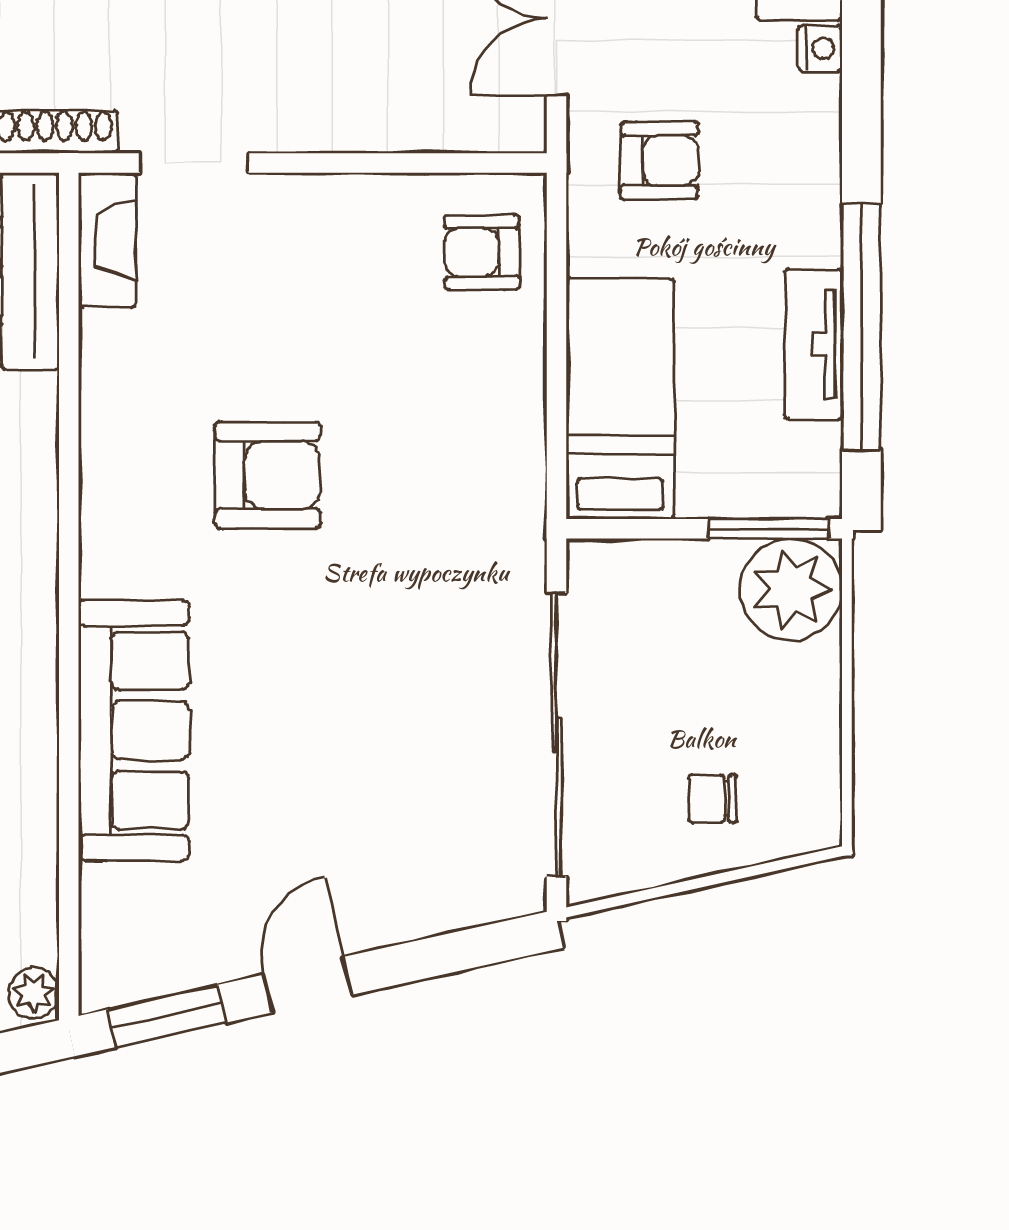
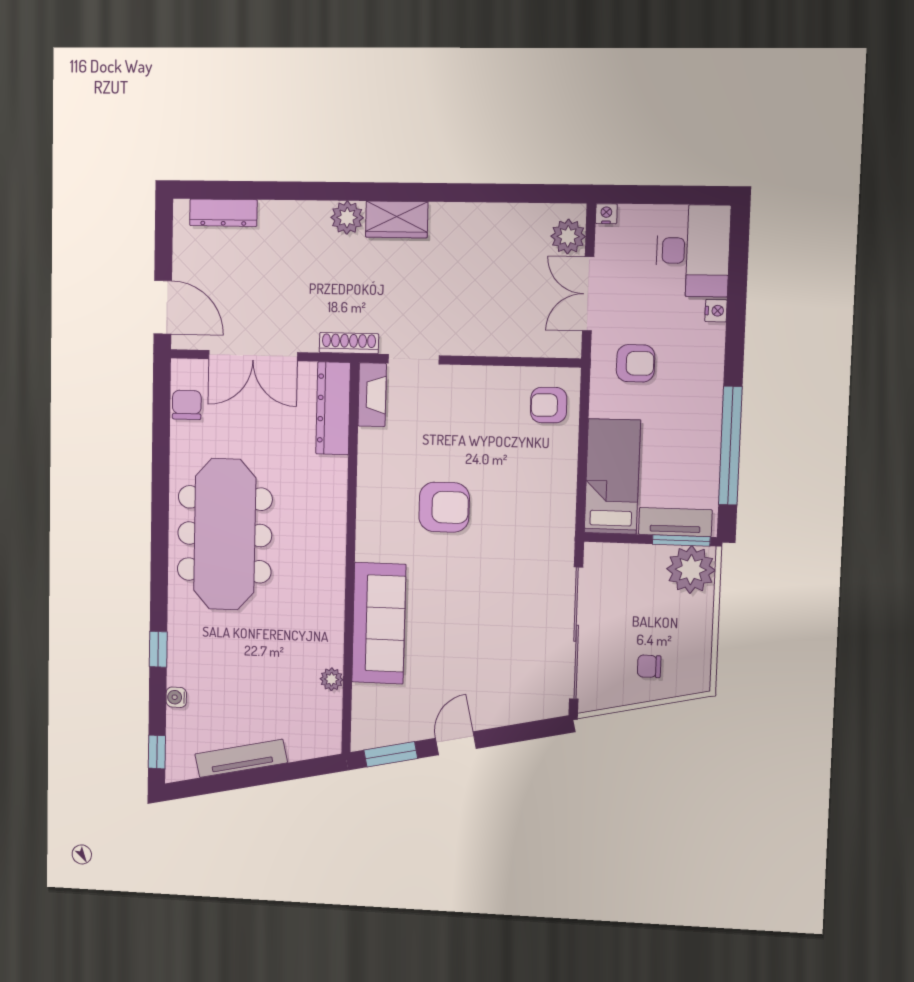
tv unit: (813, 344) -> (675, 522), moved, turned 90
plant: (34, 993) -> (332, 679), moved

